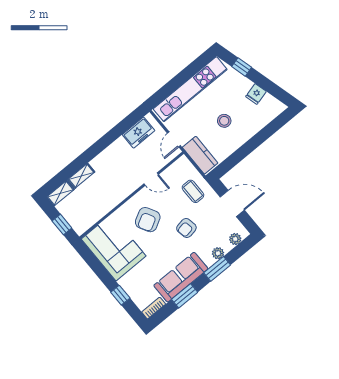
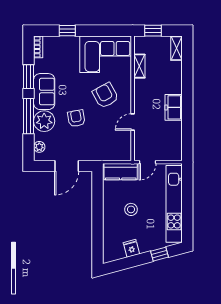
freezer: (139, 133) -> (174, 107), moved
door: (174, 139) -> (148, 162), swing flipped
shelving: (81, 176) -> (139, 66), moved
coffee table: (193, 191) -> (99, 145), removed
plant: (218, 253) -> (44, 121), width x1.88, depth x1.88
window: (217, 269) -> (29, 116), width x1.44
sofa: (181, 277) -> (44, 92), width x0.73

